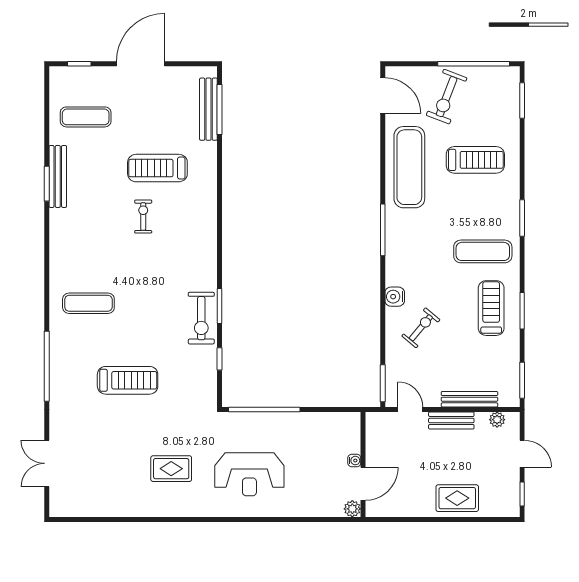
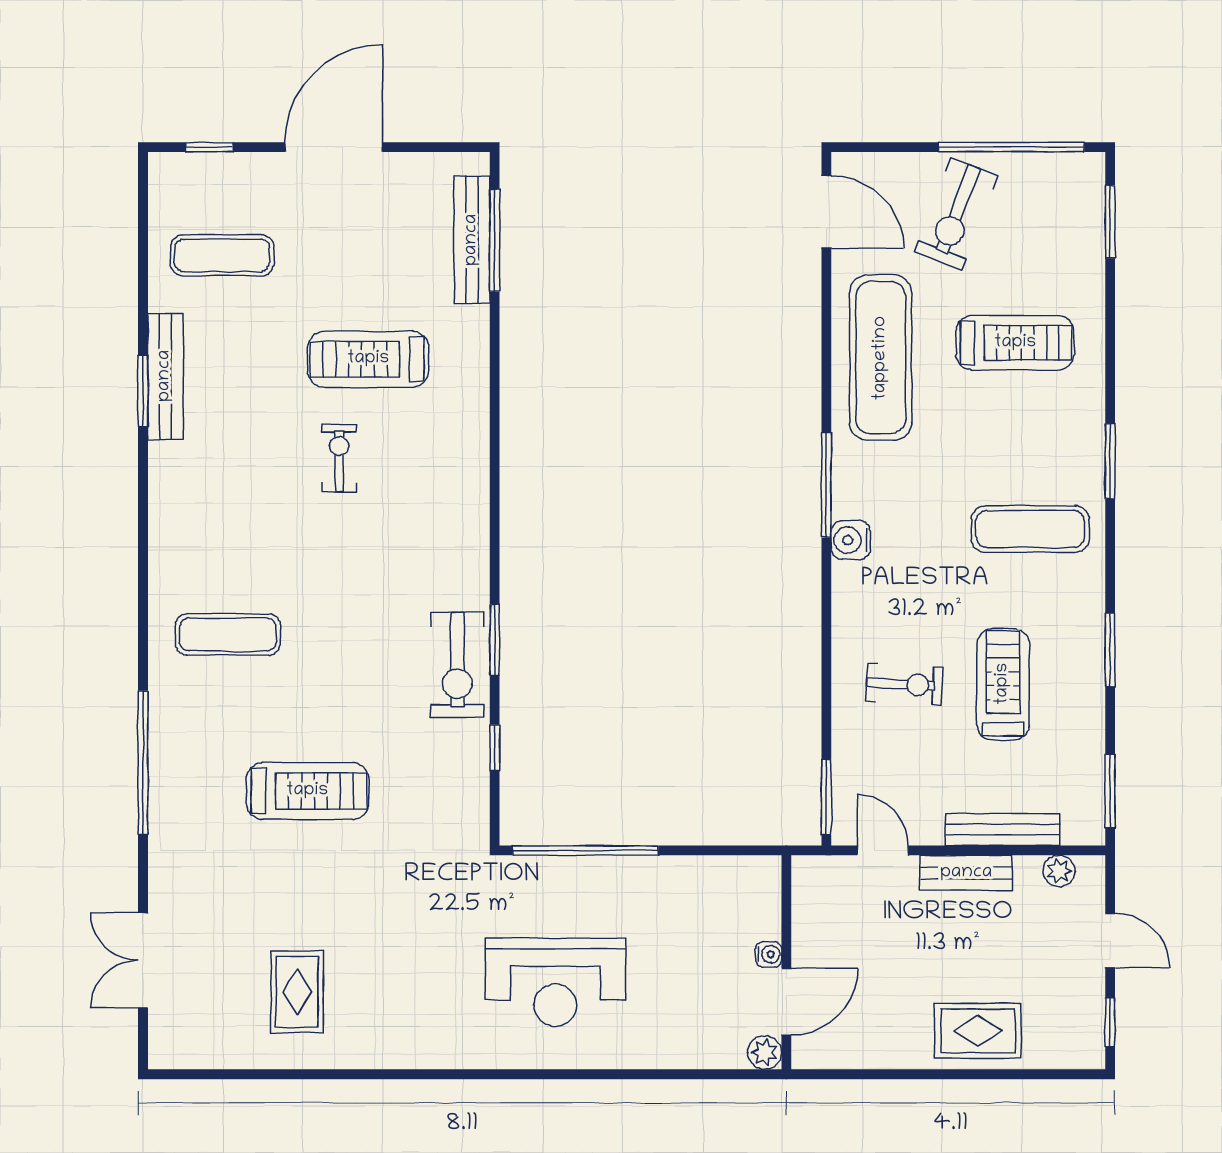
water cooler: (395, 297) -> (851, 540), moved
treadmill: (491, 308) -> (1003, 684), moved
exercise bike: (421, 328) -> (904, 684), turned 53
rug: (171, 469) -> (297, 992), moved, turned 90

